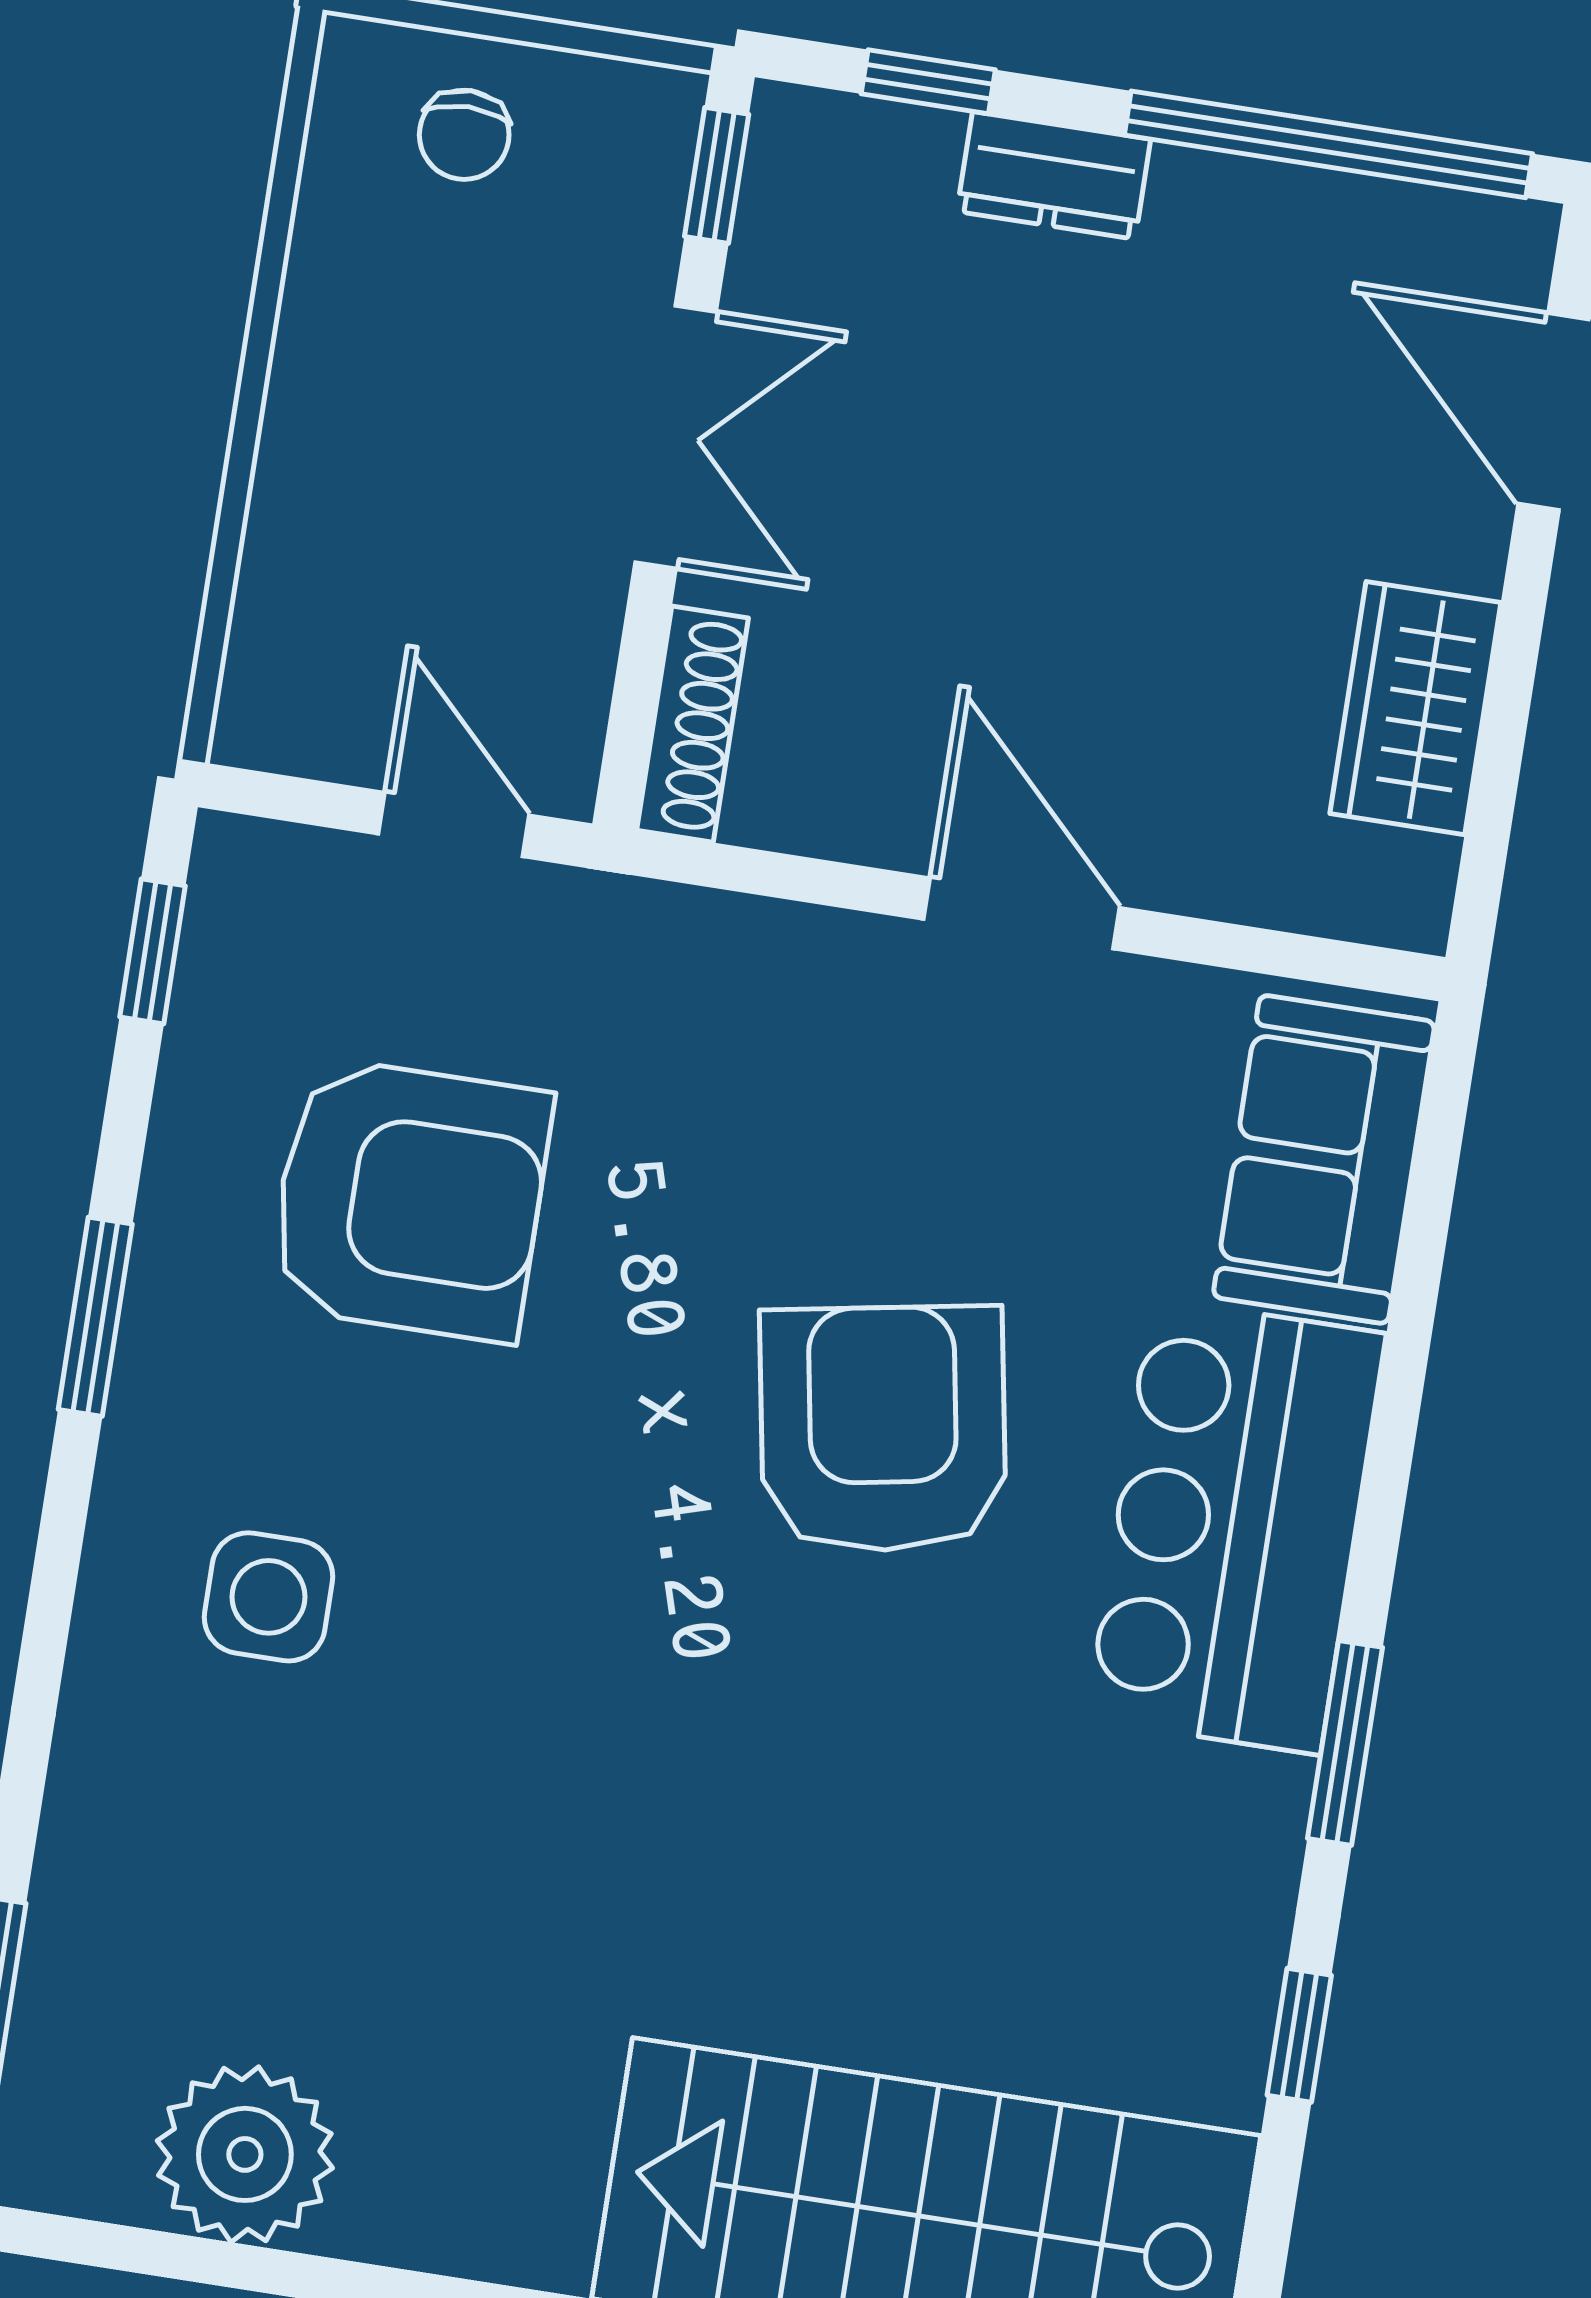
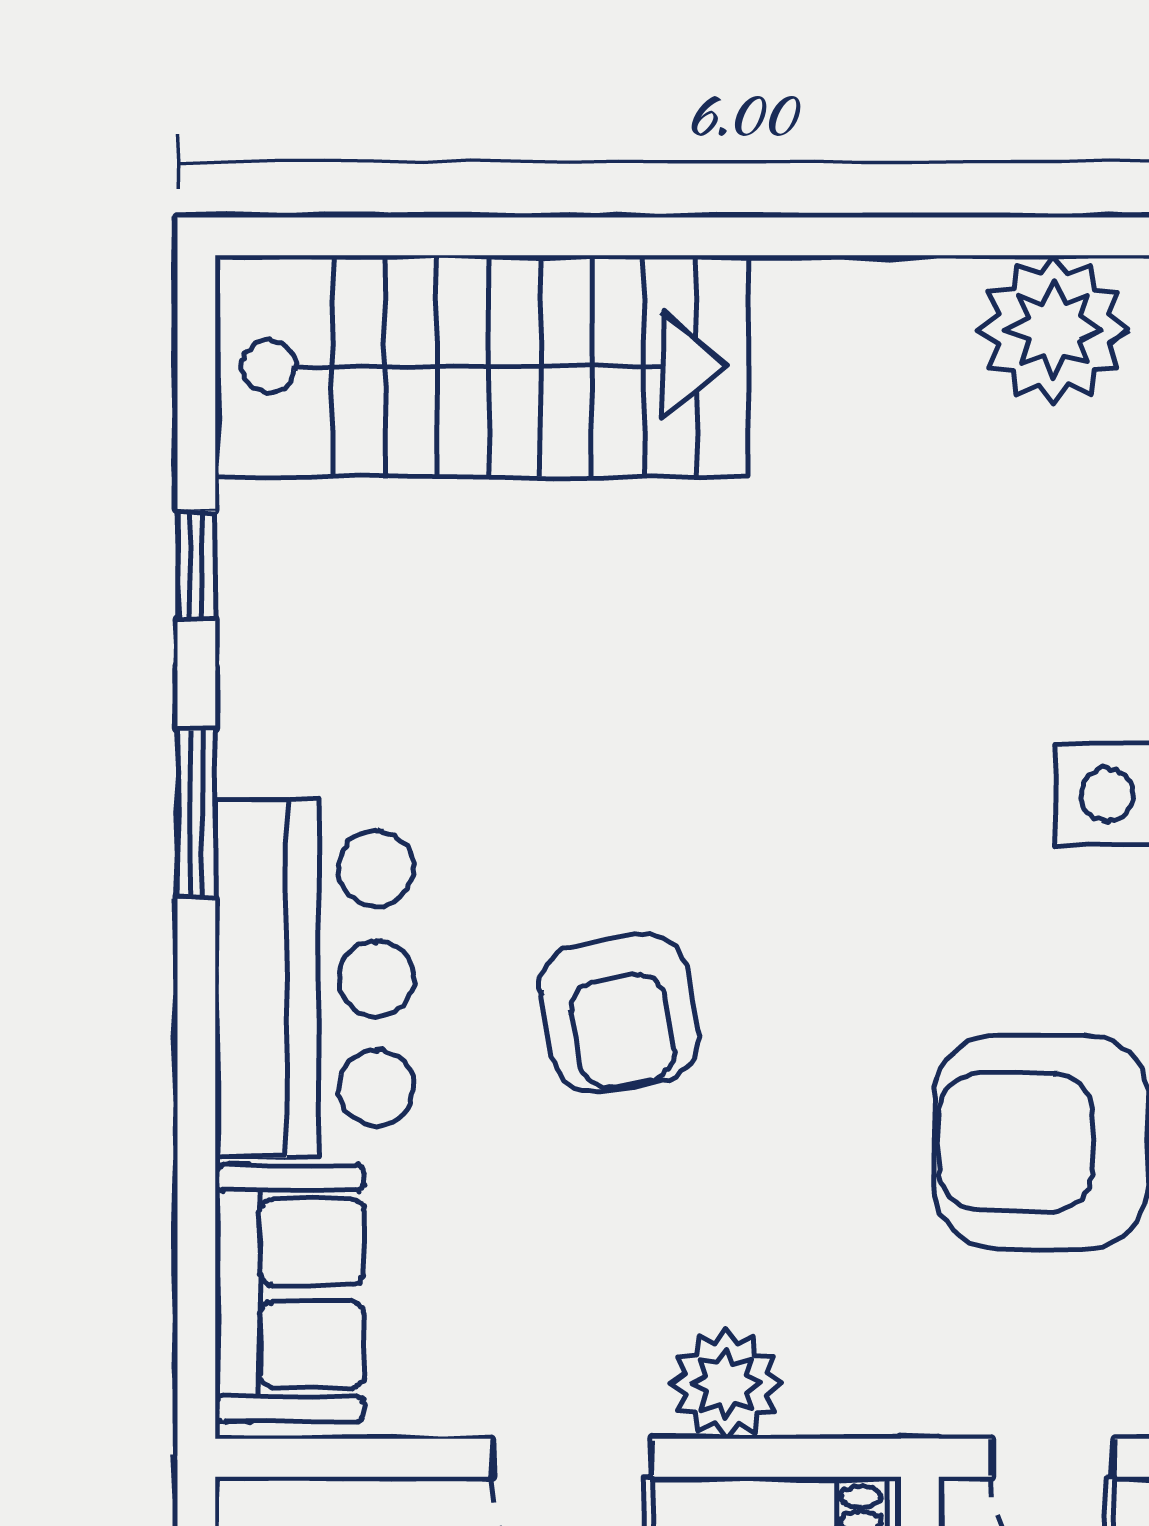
plant: (826, 972) -> (726, 1384), added
armchair: (883, 1429) -> (620, 1013), width x0.73, depth x0.73

